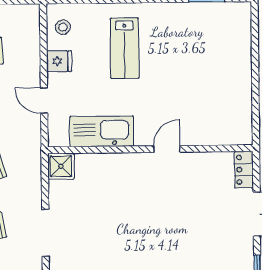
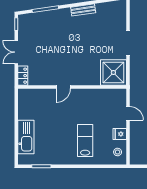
kitchen sink: (102, 131) -> (26, 137), moved, turned -90
shower: (61, 166) -> (113, 72), width x1.86, depth x1.86

